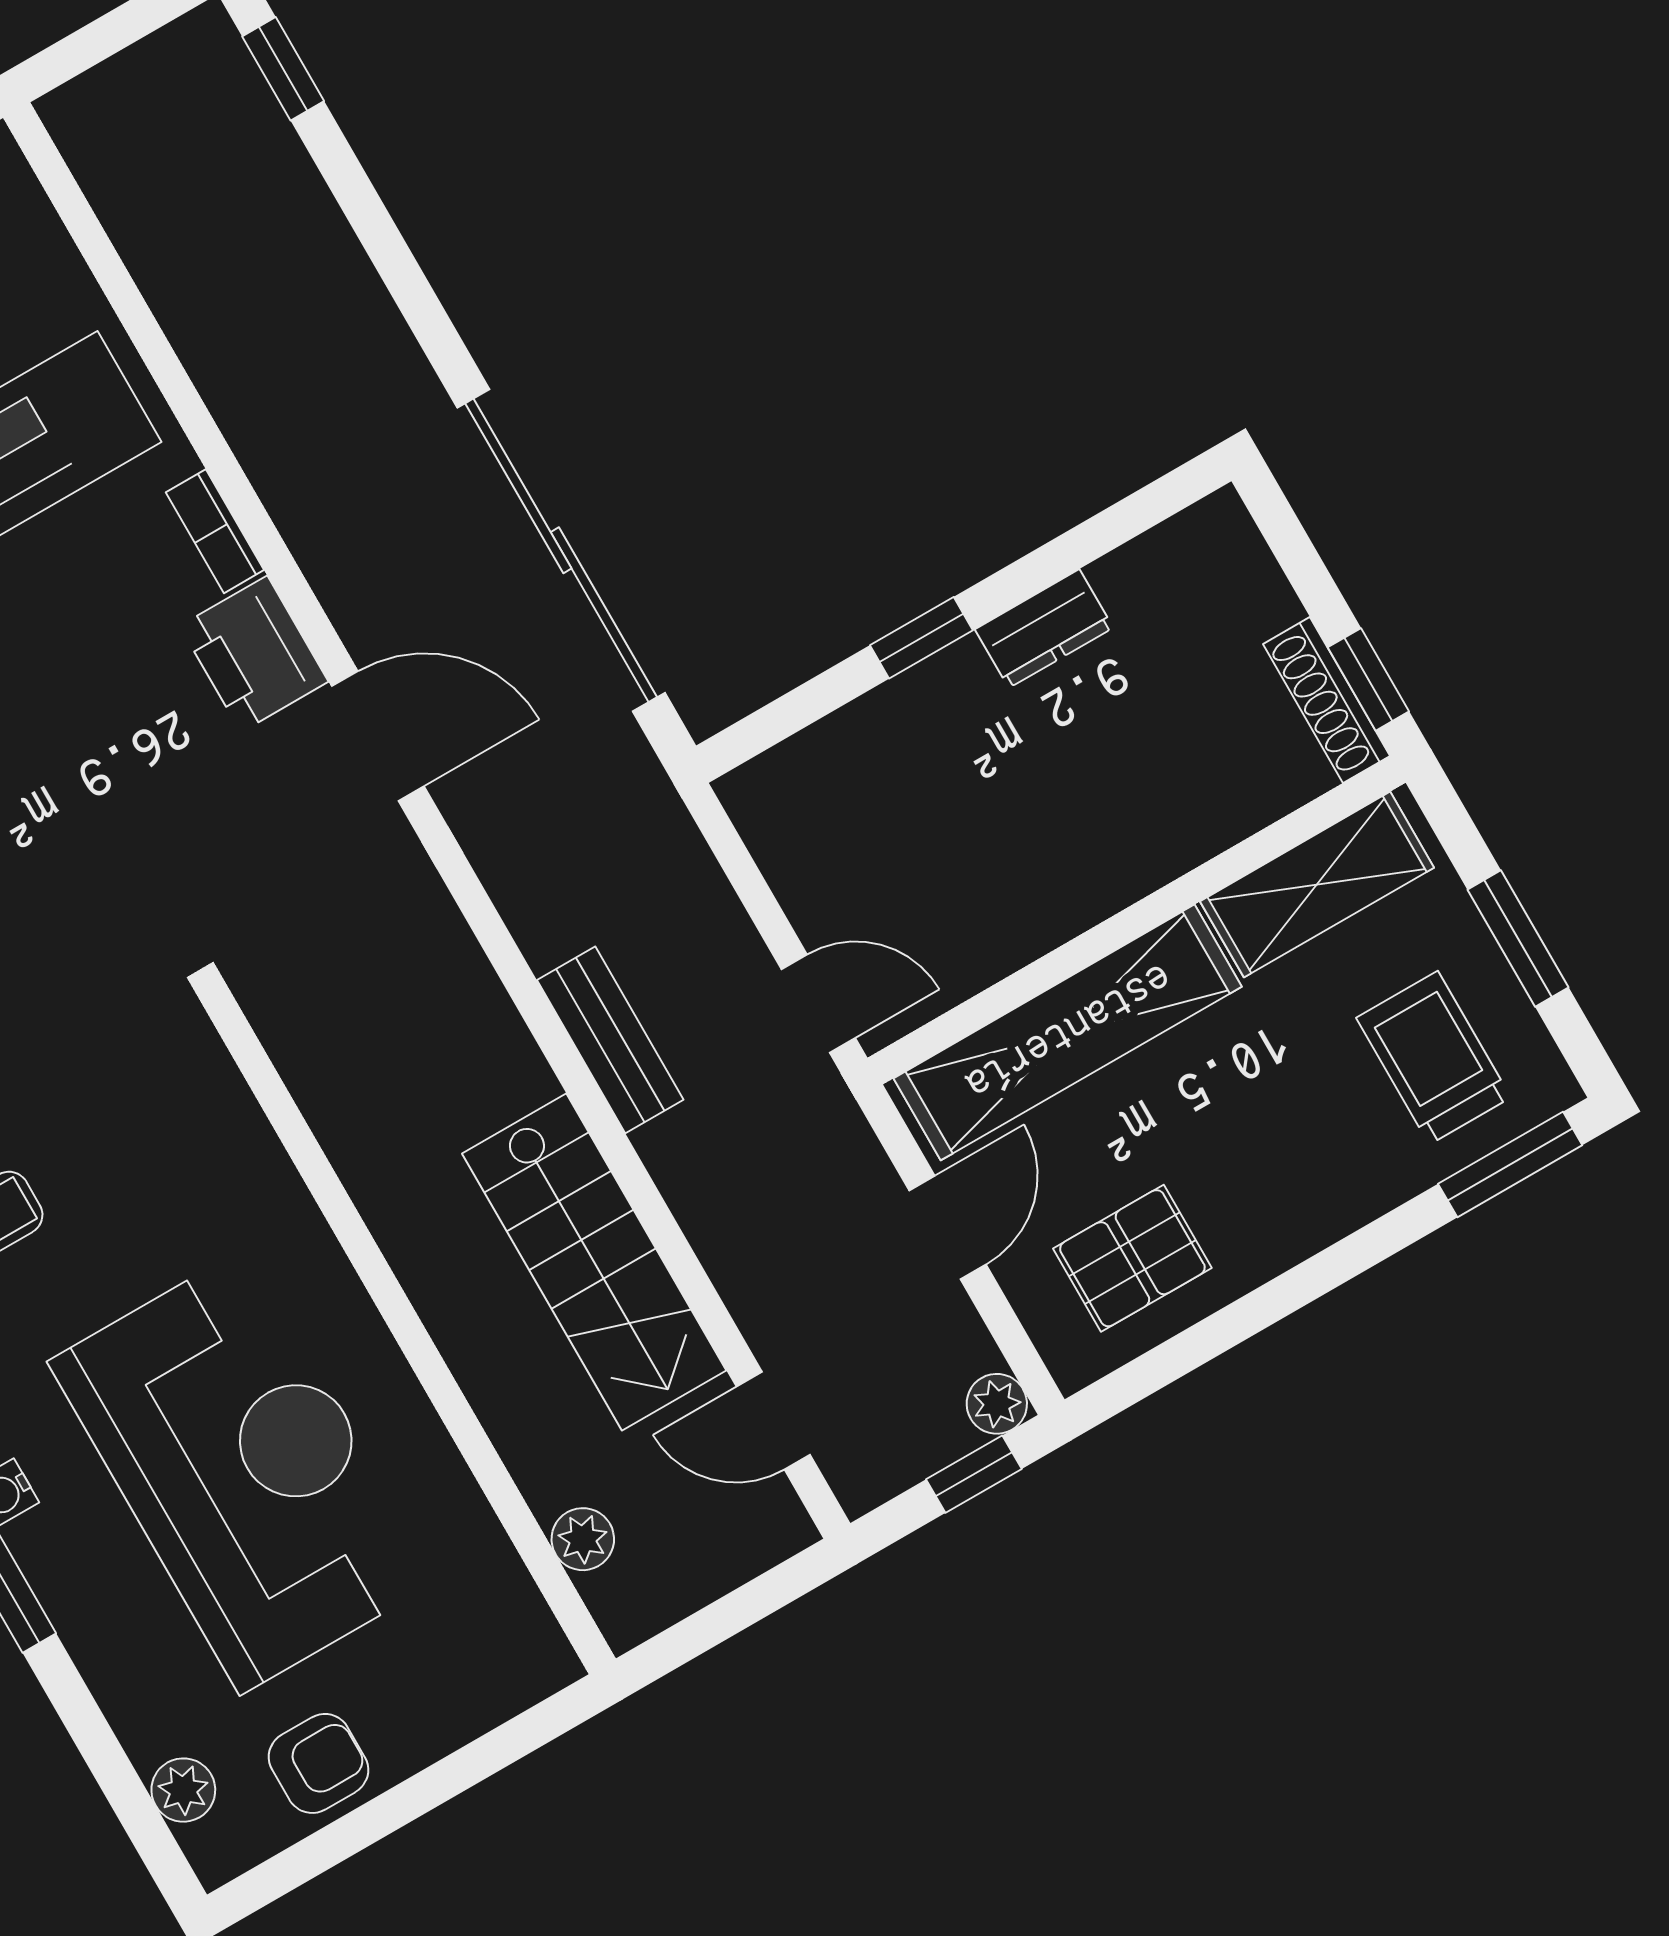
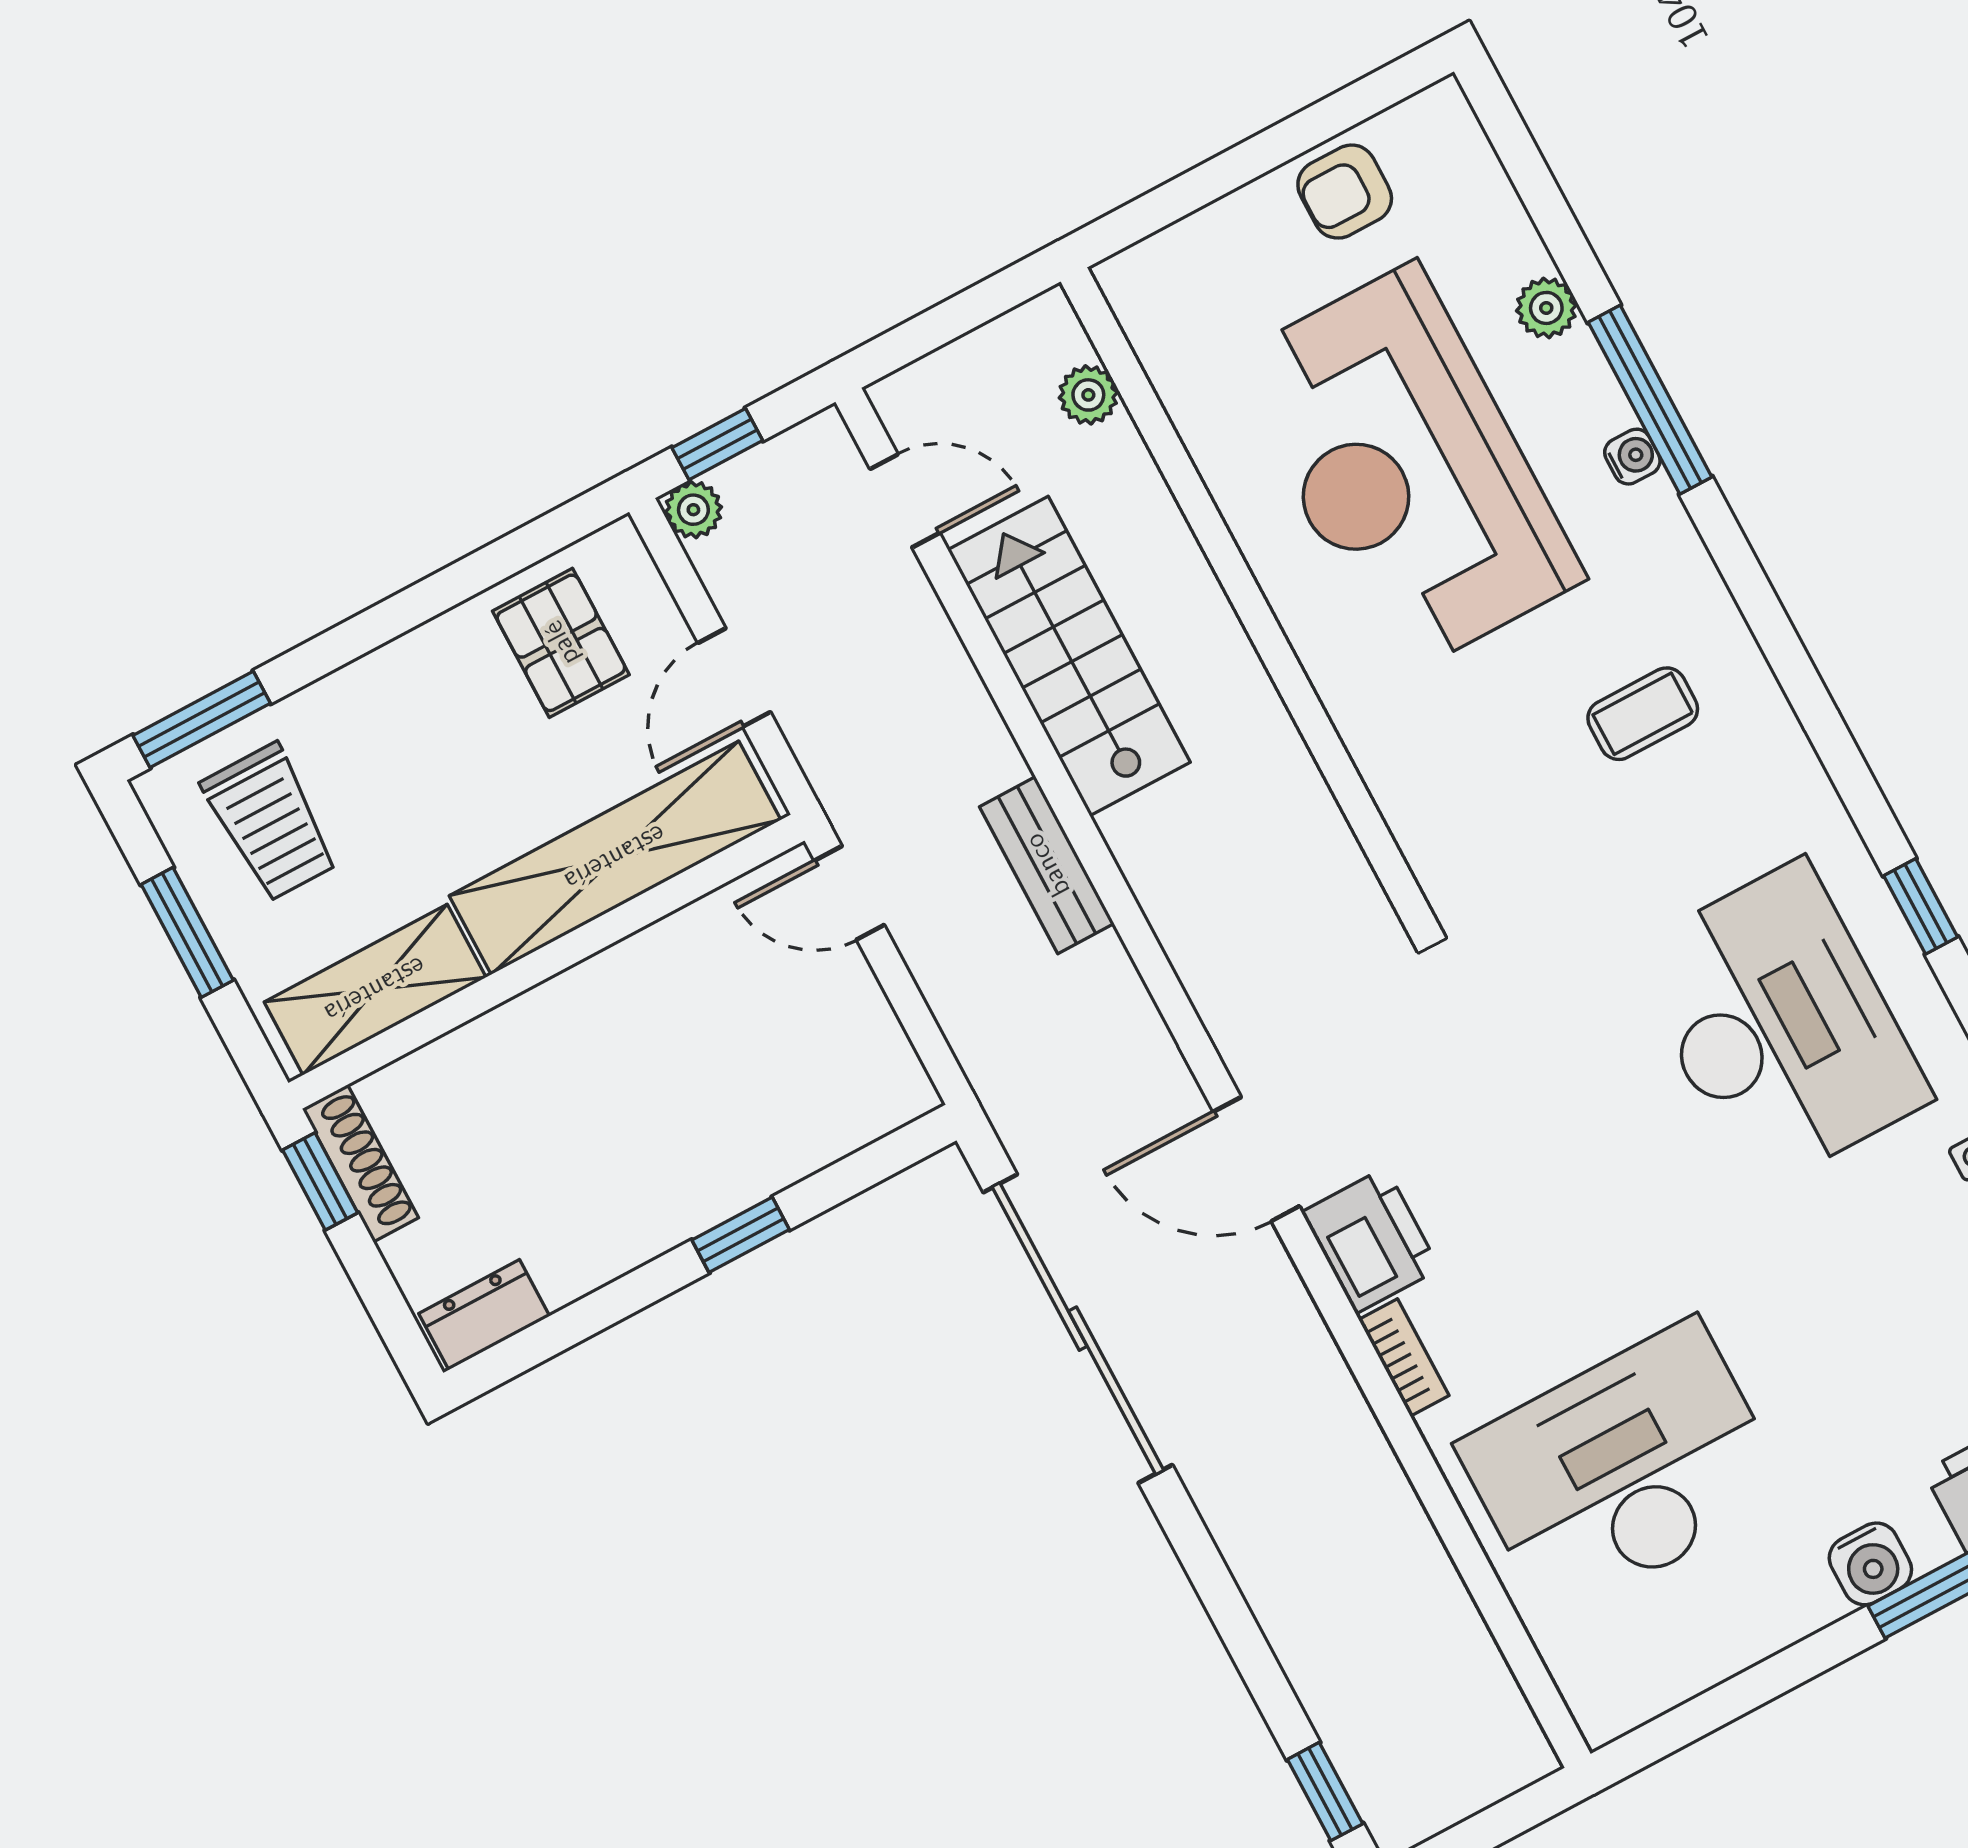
dresser: (1044, 629) -> (484, 1315), moved
pallet: (1132, 1258) -> (561, 643), turned 90
plant: (183, 1790) -> (1546, 308), moved

